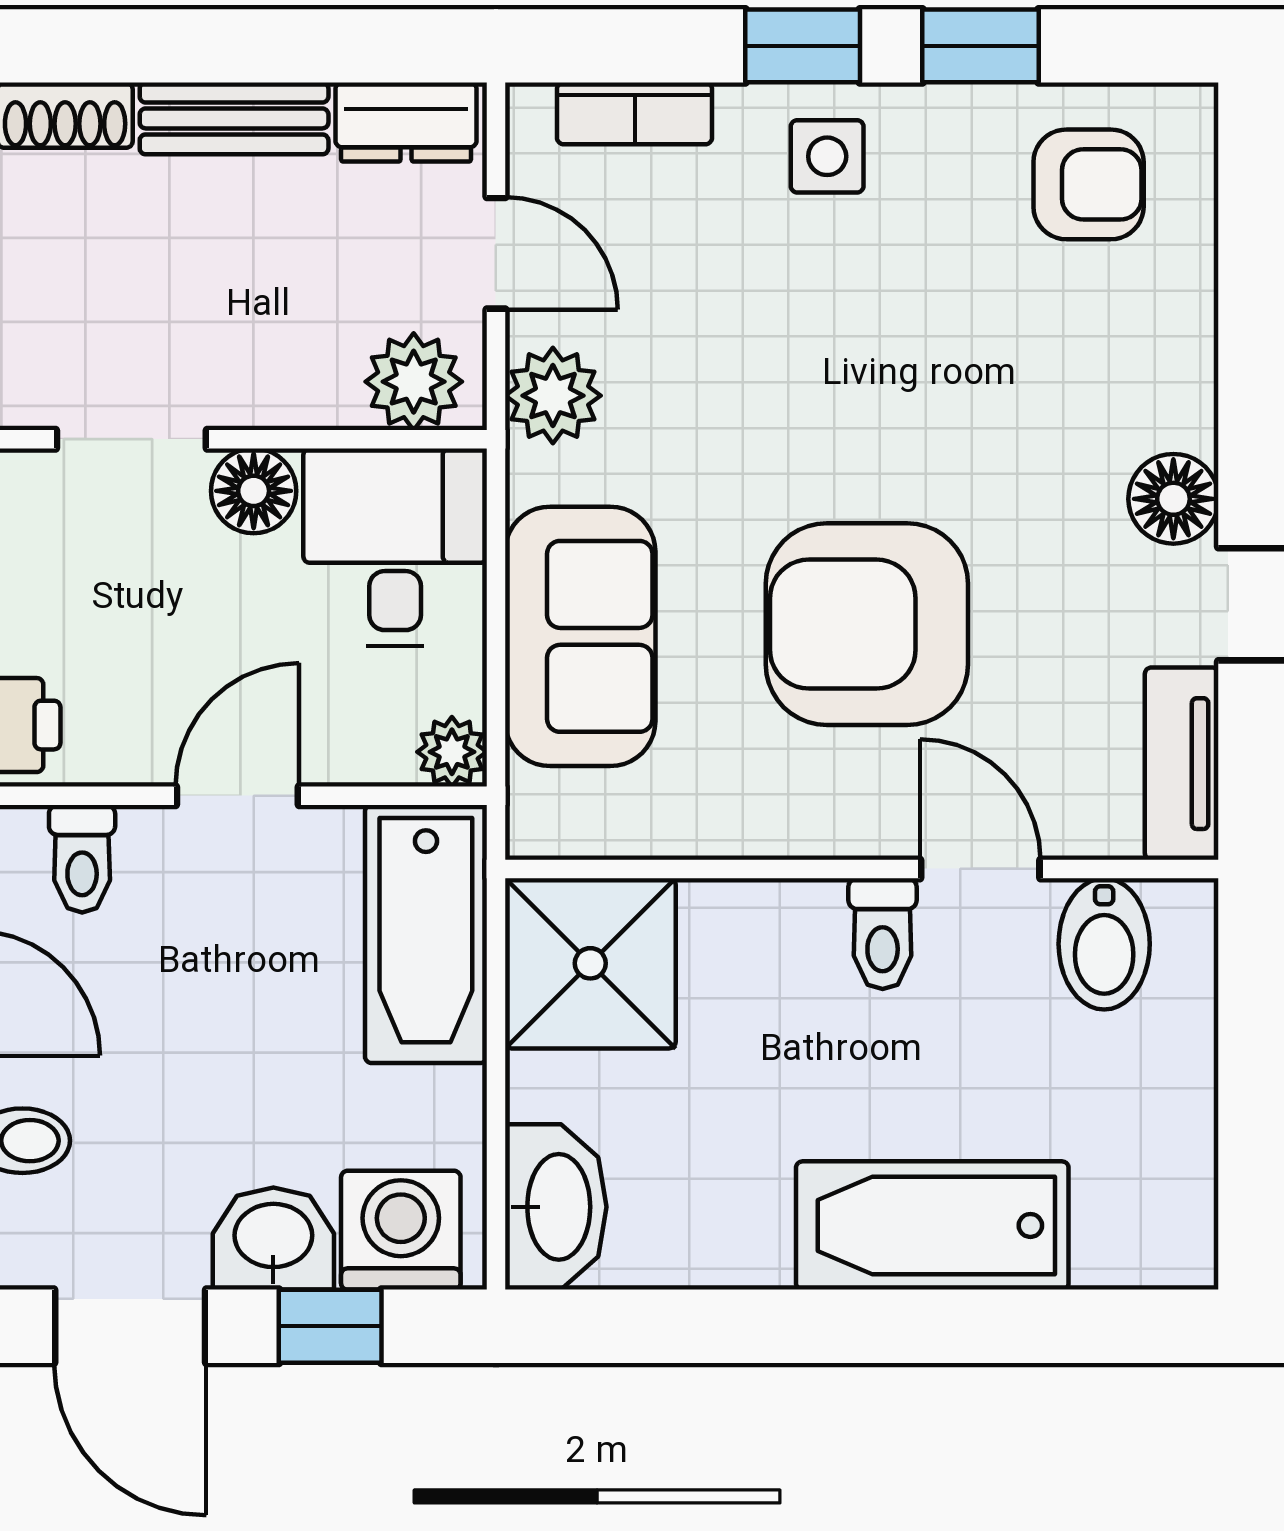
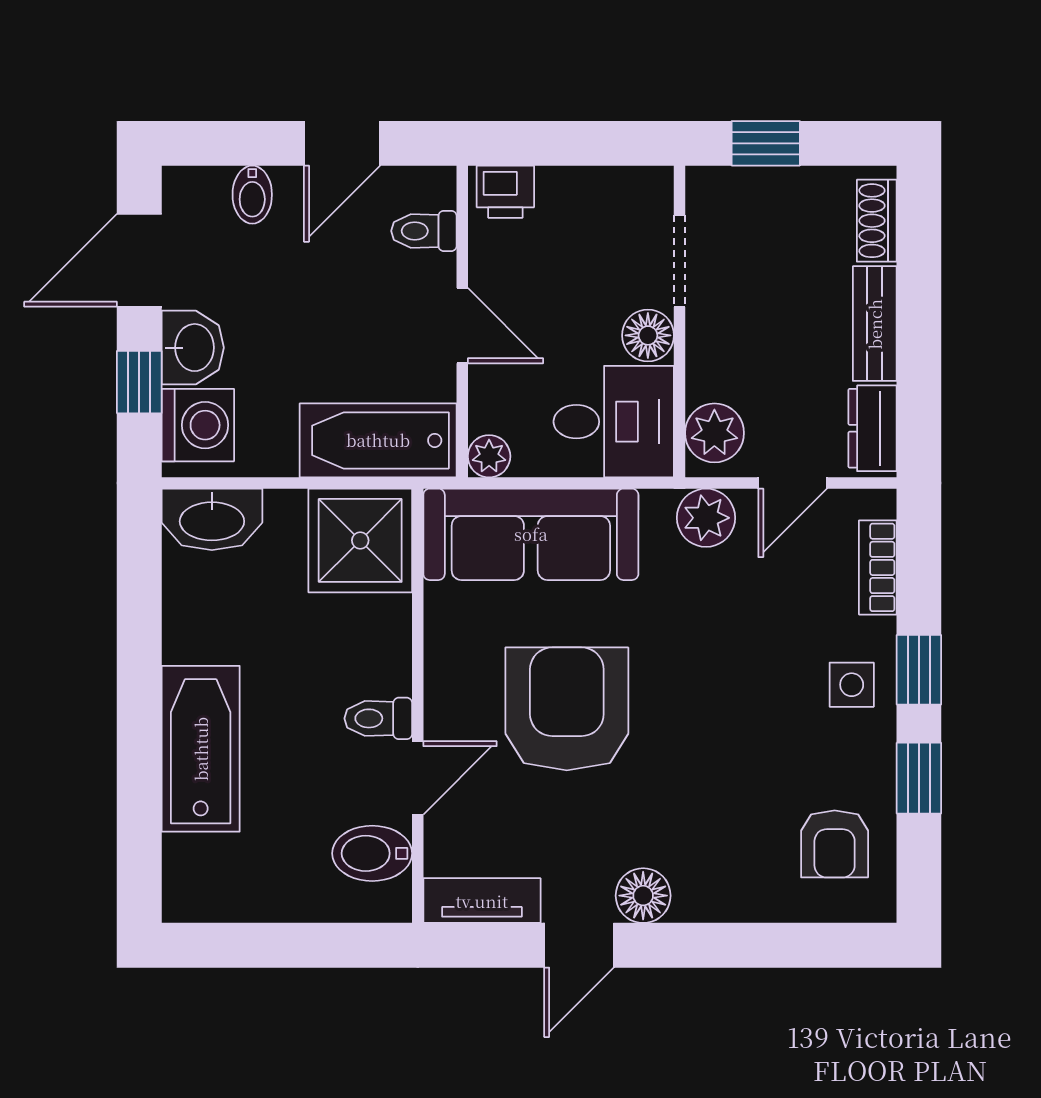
sofa: (580, 636) -> (531, 534), width x1.36

